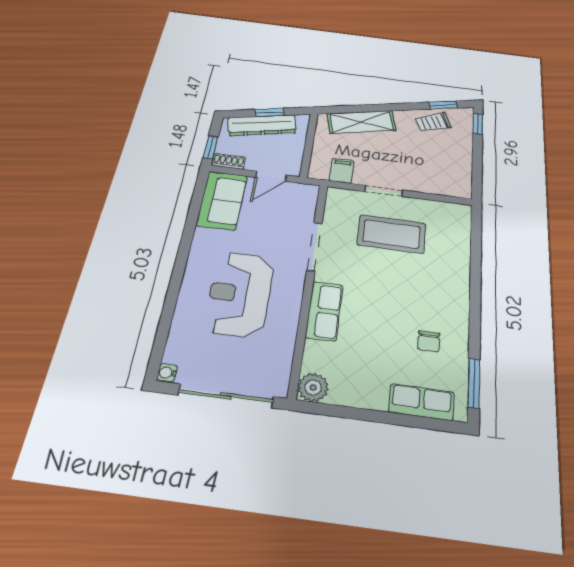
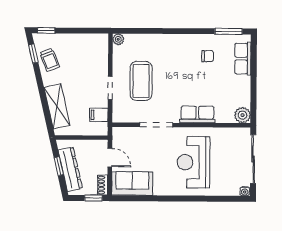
plant: (463, 211) -> (118, 39), added
reception desk: (240, 294) -> (193, 162), turned 90

